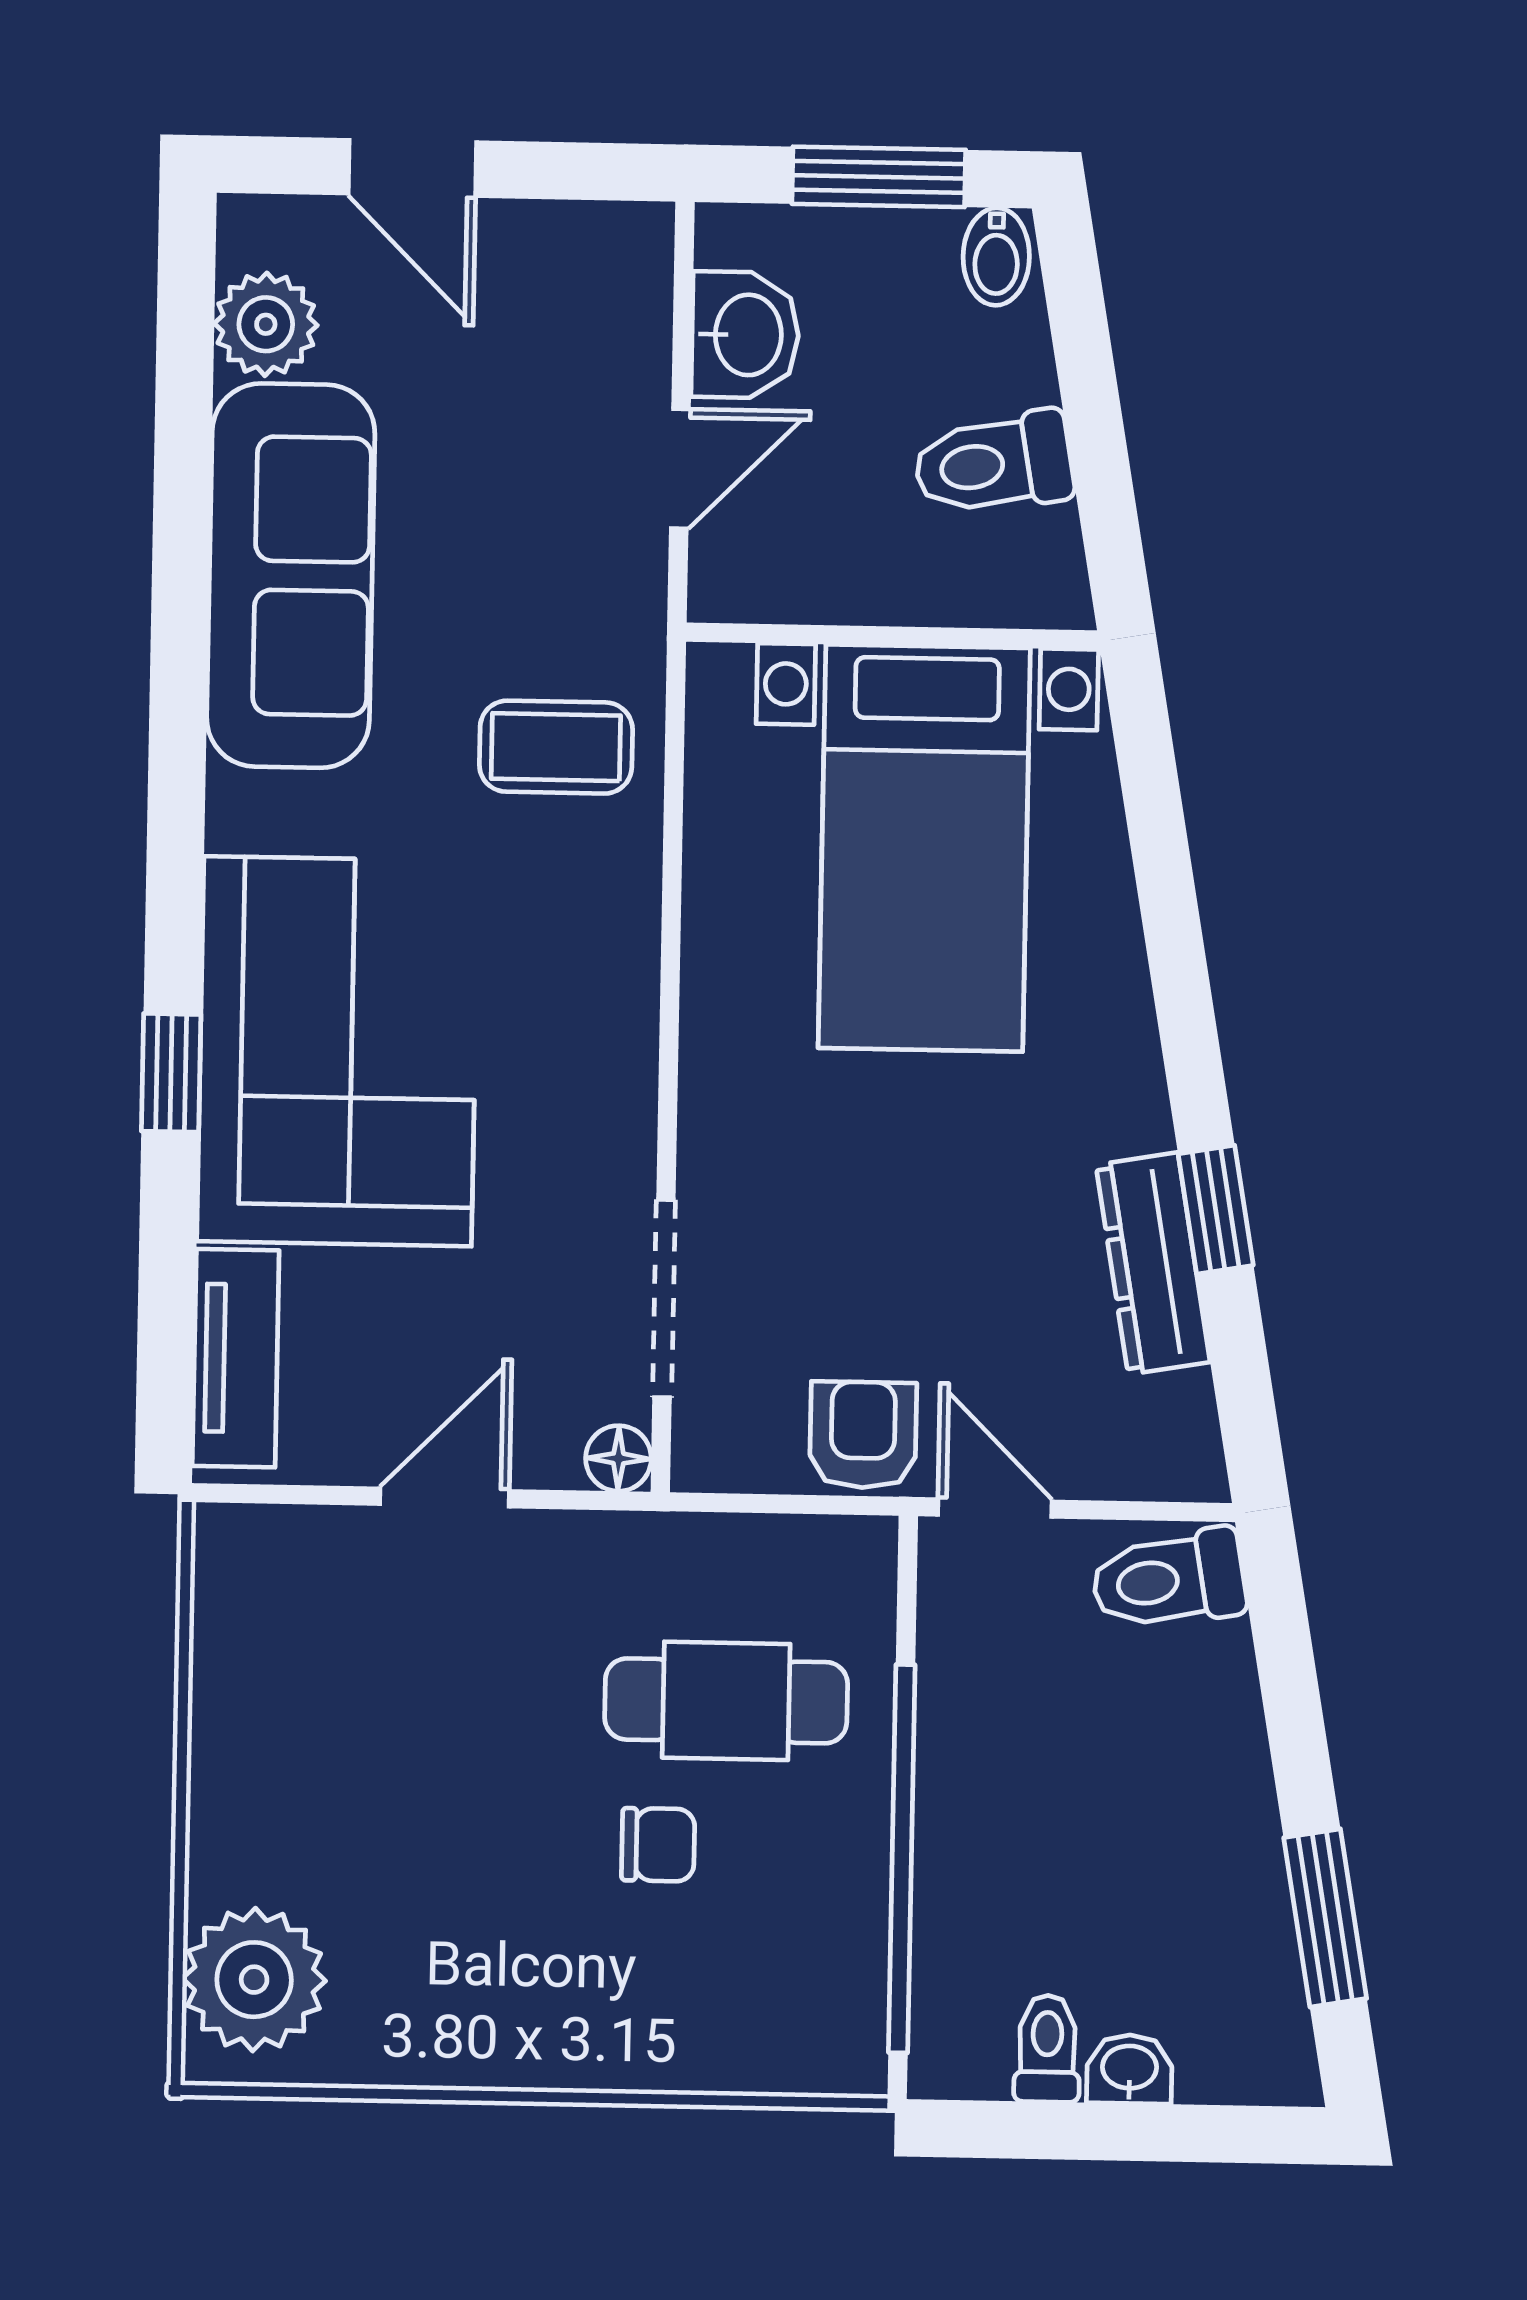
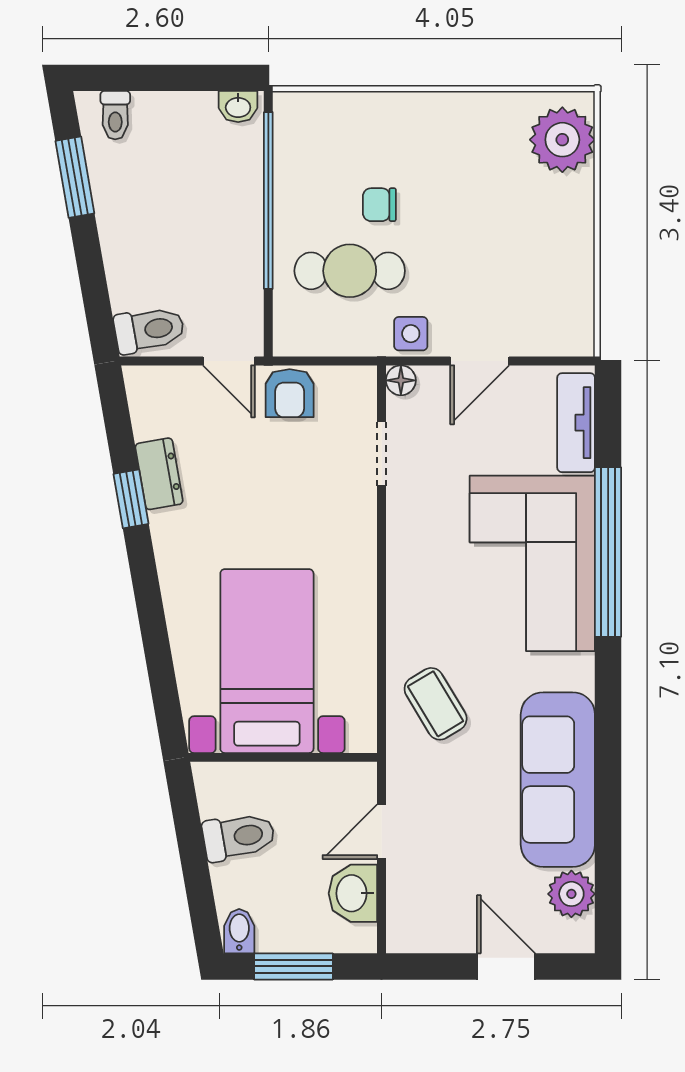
coffee table: (556, 747) -> (436, 704), turned 59
window: (171, 1073) -> (608, 552), width x3.17
dresser: (1153, 1263) -> (159, 474), width x0.70
doorway: (664, 1299) -> (382, 454), width x0.73
side table: (595, 1560) -> (411, 334), added
toilet: (1047, 2049) -> (115, 115), moved
washbasin: (1129, 2069) -> (238, 107), moved

